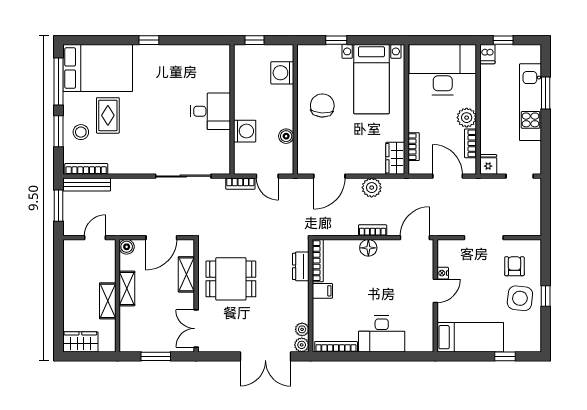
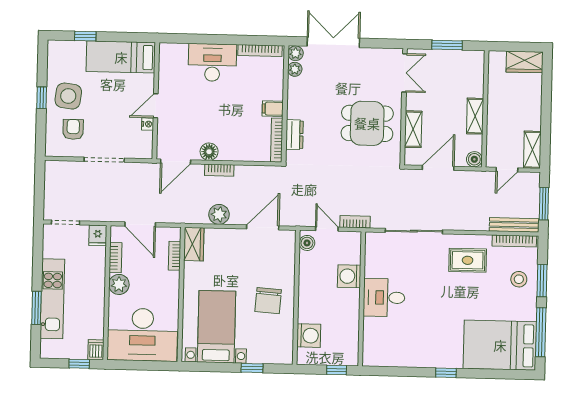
rug: (108, 115) -> (468, 260), moved, turned 90
boiler: (286, 136) -> (307, 243), moved
floor lamp: (368, 248) -> (209, 152), moved
armchair: (514, 266) -> (73, 129), turned 180
shelving: (108, 301) -> (532, 150), moved

